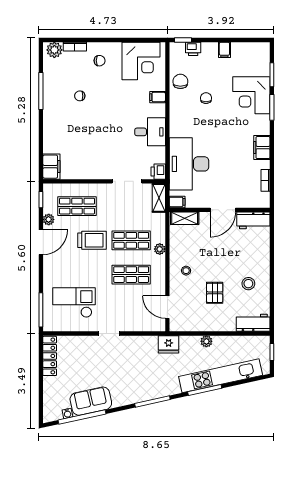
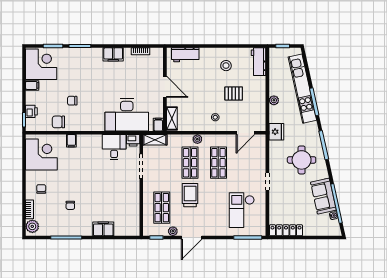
corner desk: (251, 95) -> (41, 64), moved, turned -90
desk: (150, 132) -> (114, 147), moved
filing cabinet: (51, 167) -> (103, 229), moved
workbench: (253, 220) -> (185, 55), moved, turned 90
door: (41, 242) -> (192, 238), swing flipped
round table: (135, 375) -> (302, 160), added

